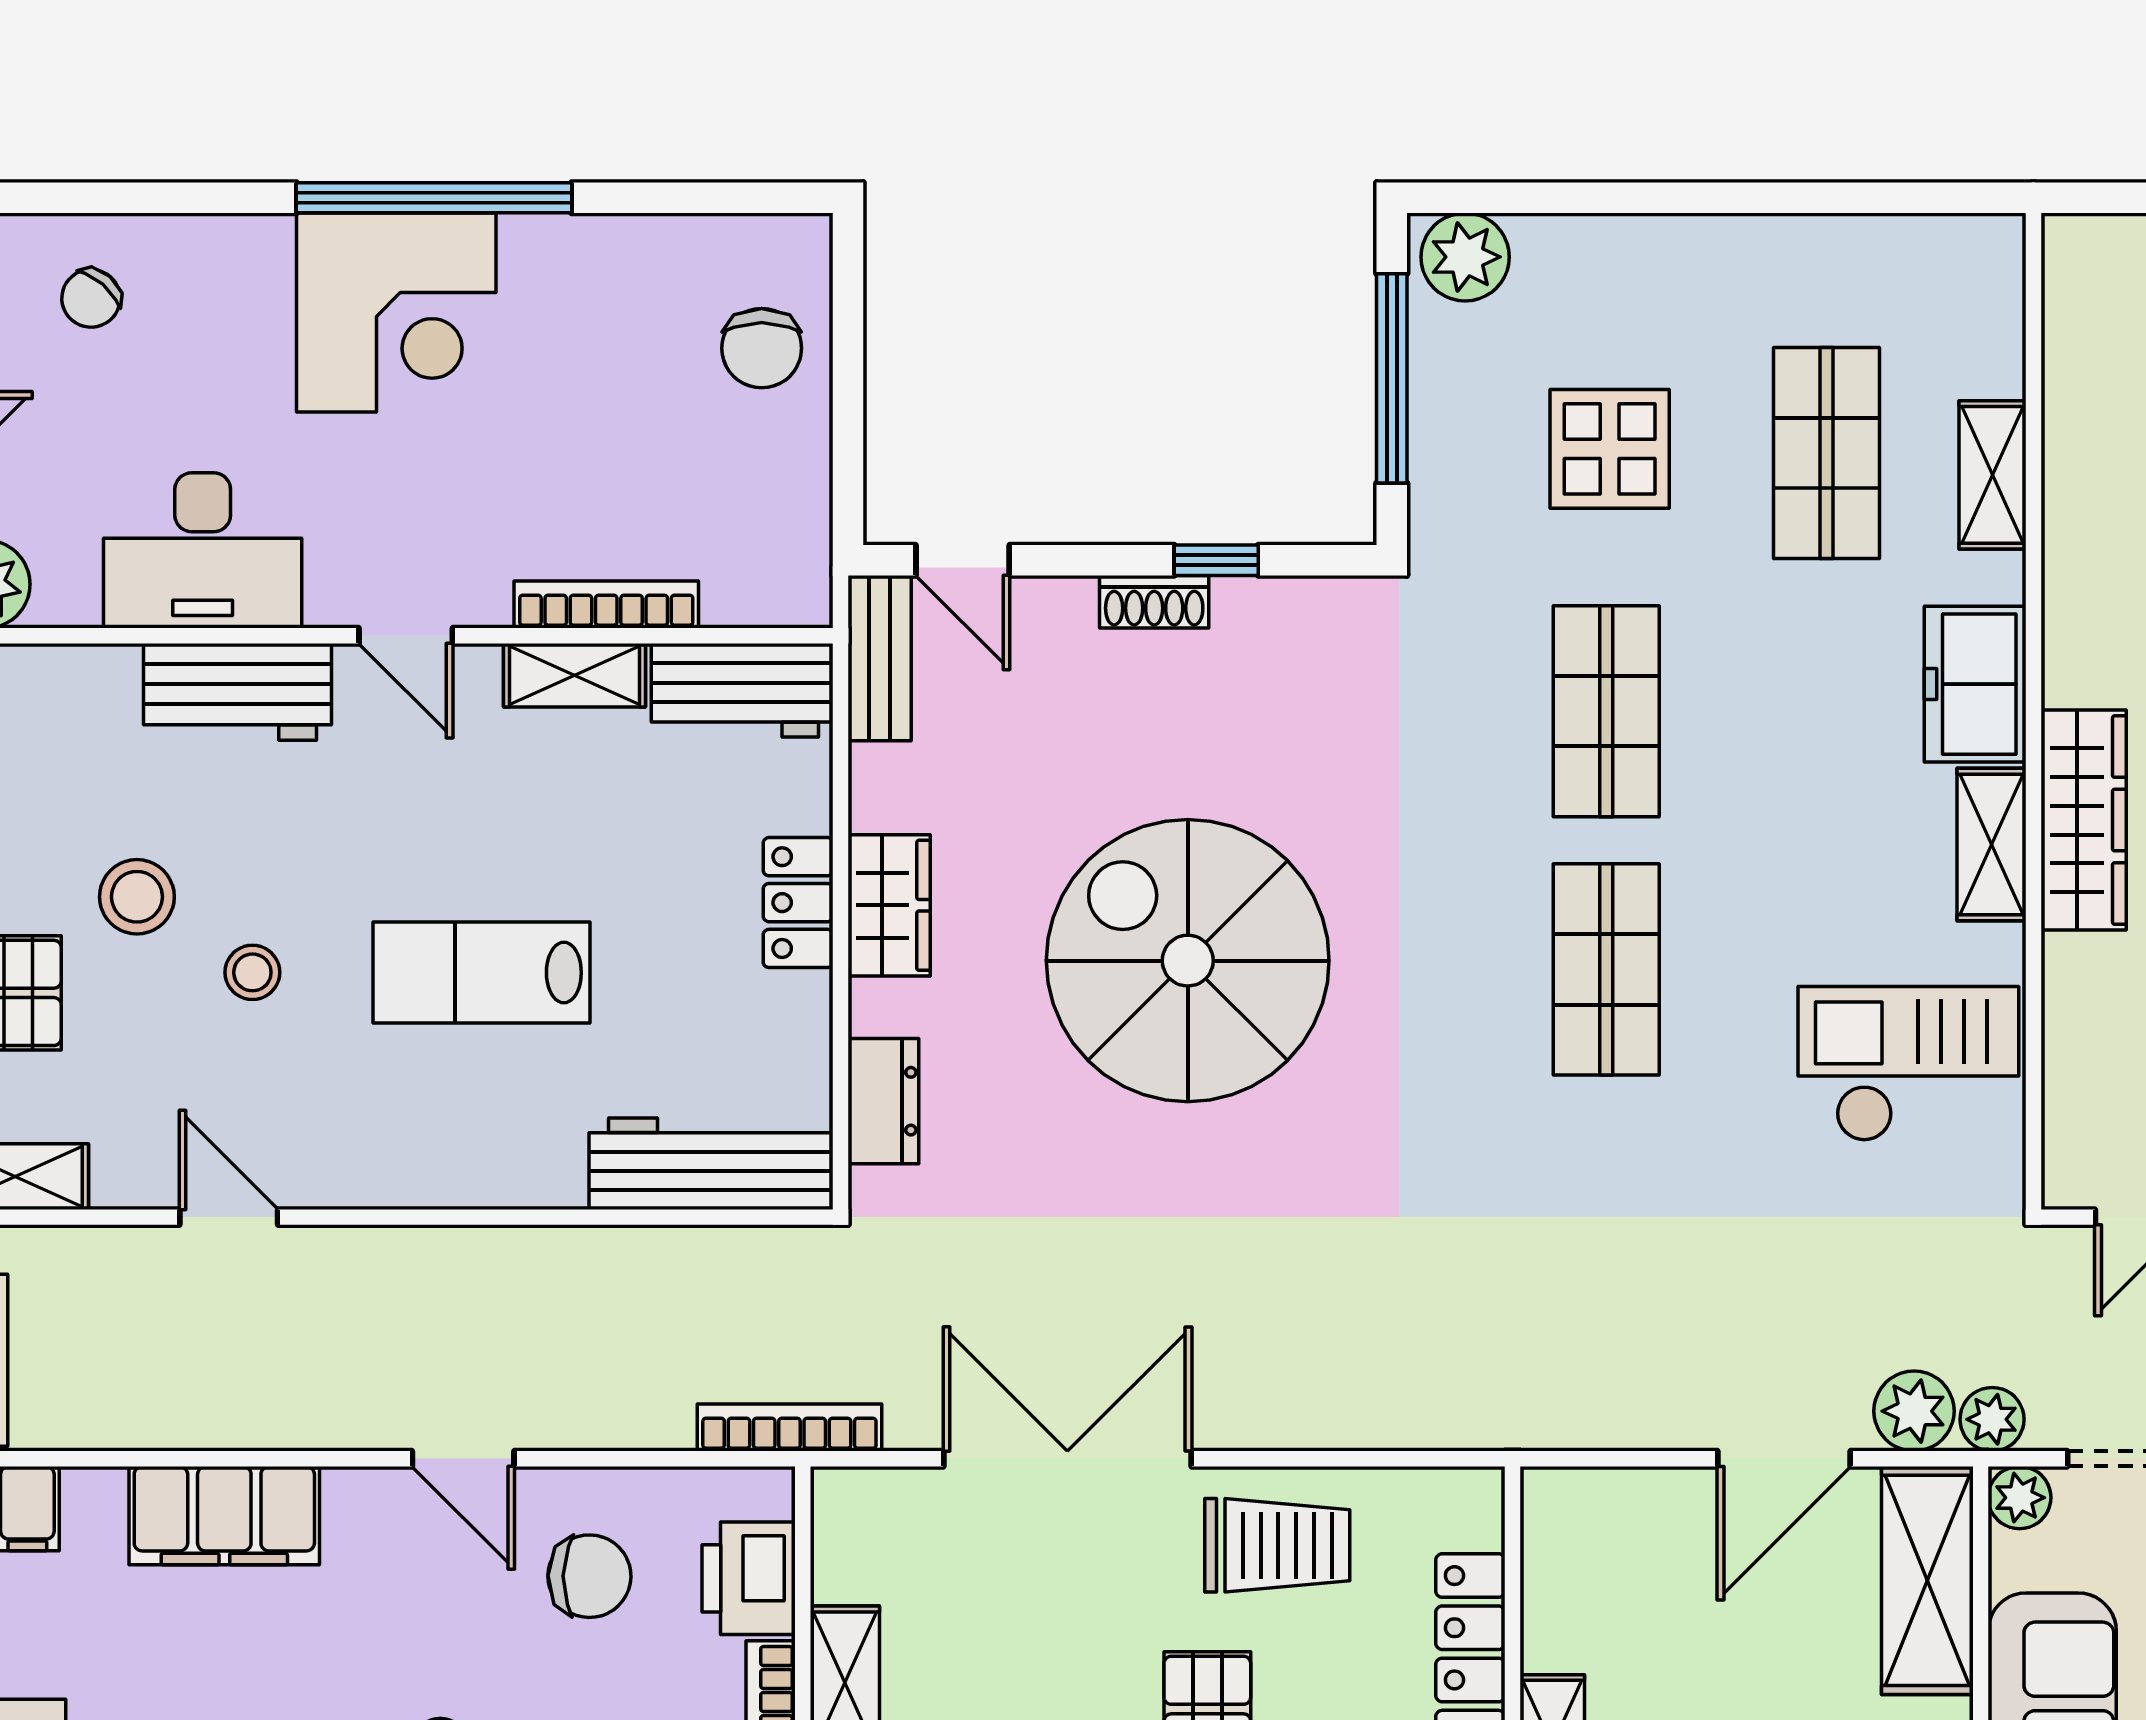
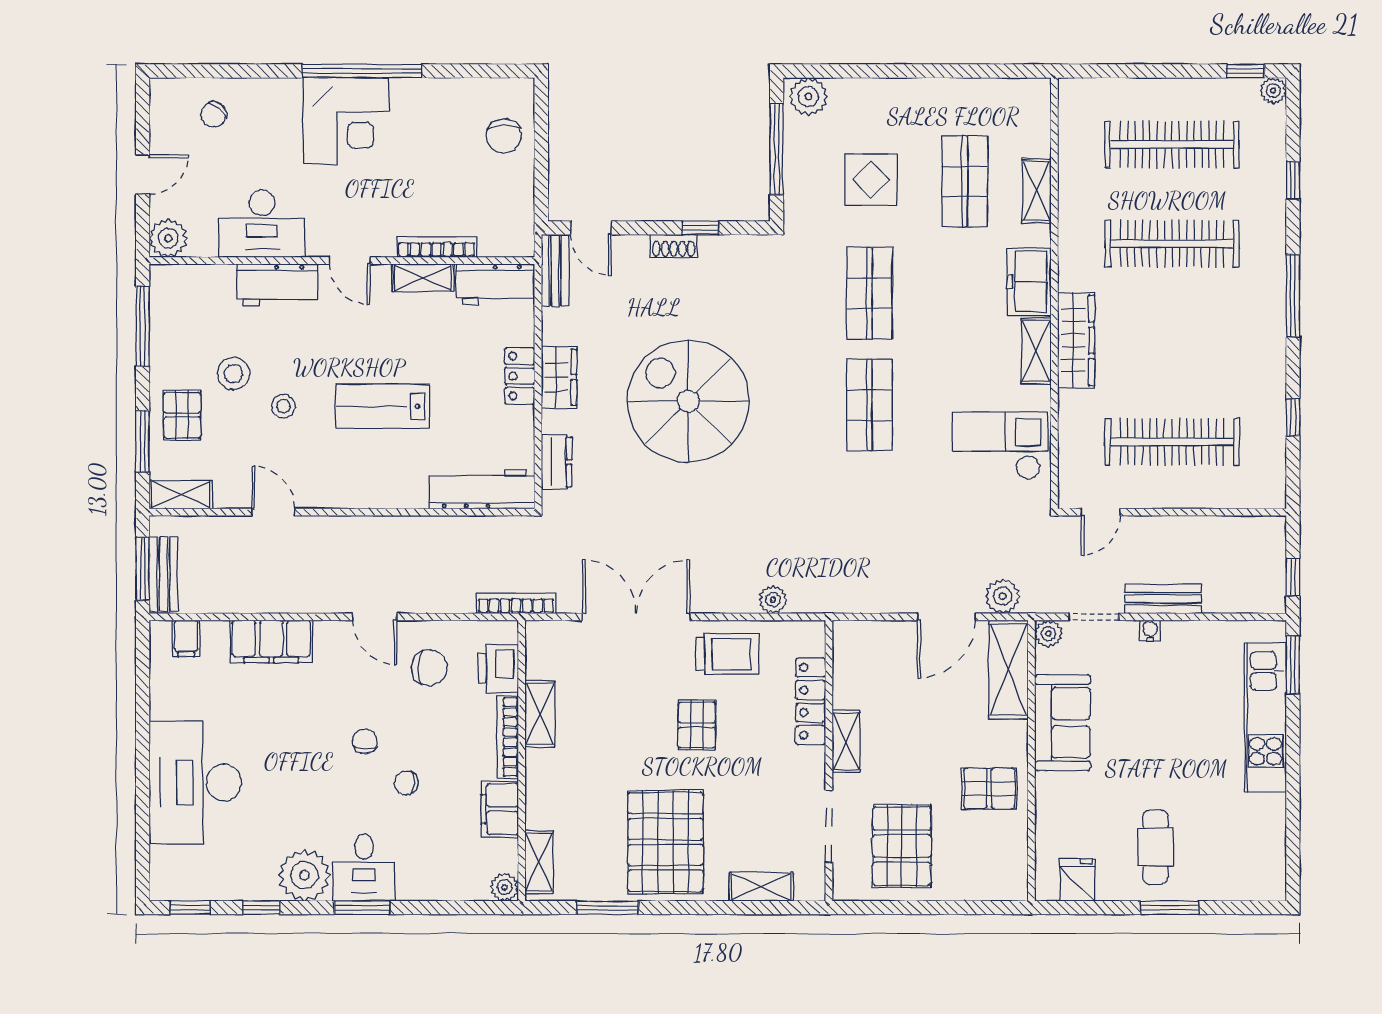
plant: (1992, 1419) -> (773, 600), moved

